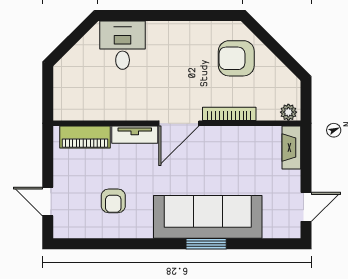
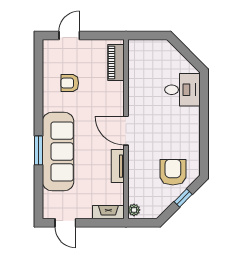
window: (272, 44) -> (183, 198), added
bookcase: (229, 114) -> (133, 167), removed
tv unit: (135, 135) -> (118, 166), moved

